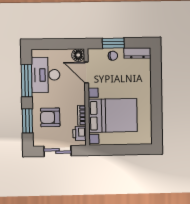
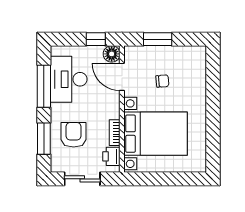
window: (66, 44) -> (96, 39), added
dresser: (137, 53) -> (189, 52), removed
chair: (113, 56) -> (162, 81), moved
armchair: (50, 117) -> (74, 135), turned 90

